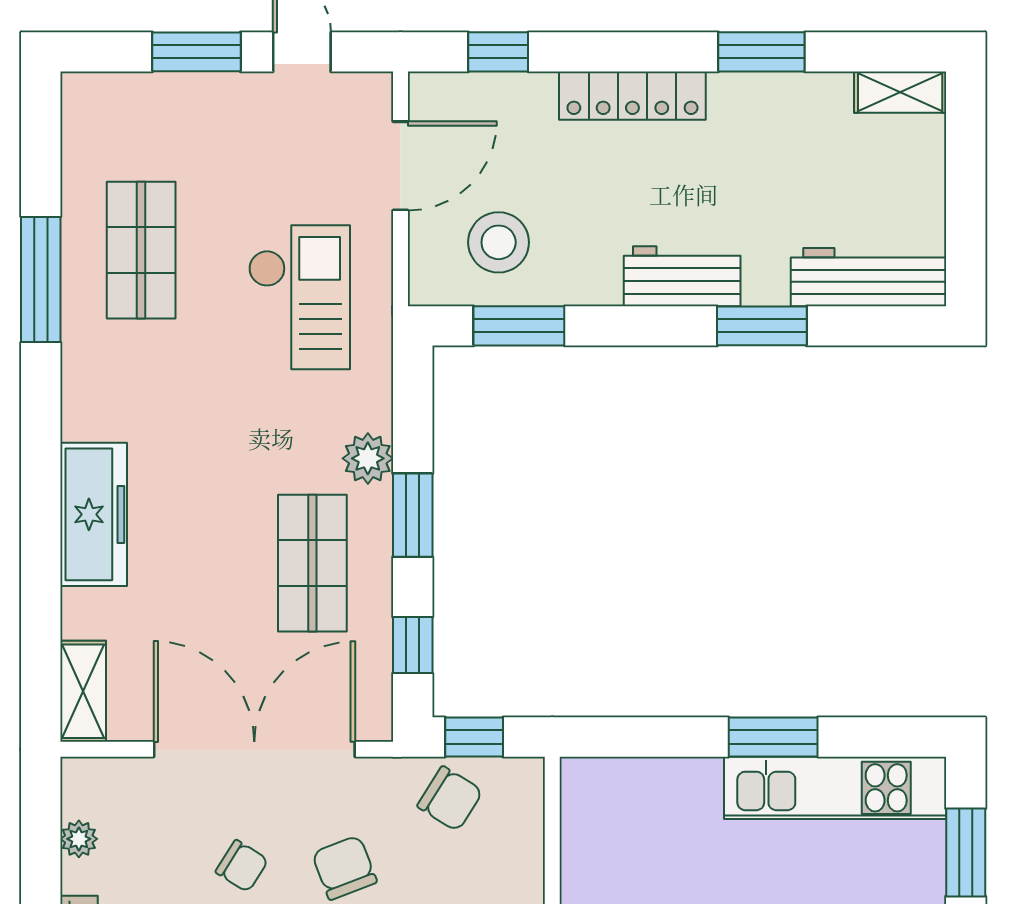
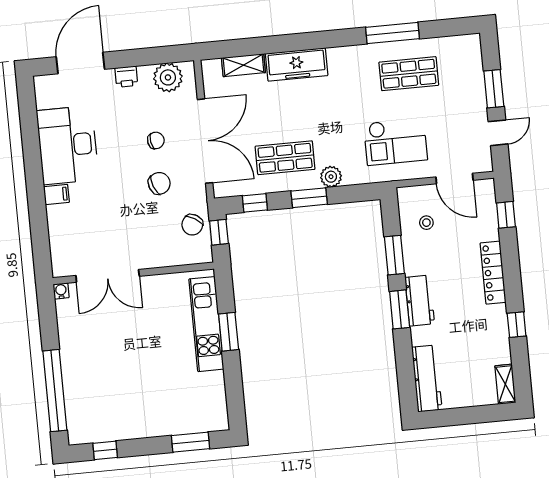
window: (761, 52) -> (517, 325), width x0.67
stool: (499, 242) -> (426, 223), width x0.53, depth x0.53
window: (519, 326) -> (394, 255), moved
window: (762, 326) -> (400, 309), moved
shelving: (83, 691) -> (243, 65), moved
window: (773, 737) -> (229, 332), moved
kitchen unit: (835, 788) -> (206, 324), moved
plant: (79, 839) -> (168, 77), width x1.88, depth x1.88
chair: (242, 866) -> (156, 140), turned -131

